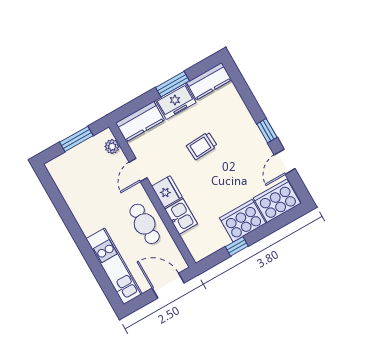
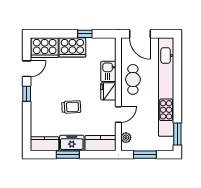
window: (51, 188) -> (177, 134), added
kitchen unit: (114, 266) -> (166, 87), width x1.86

